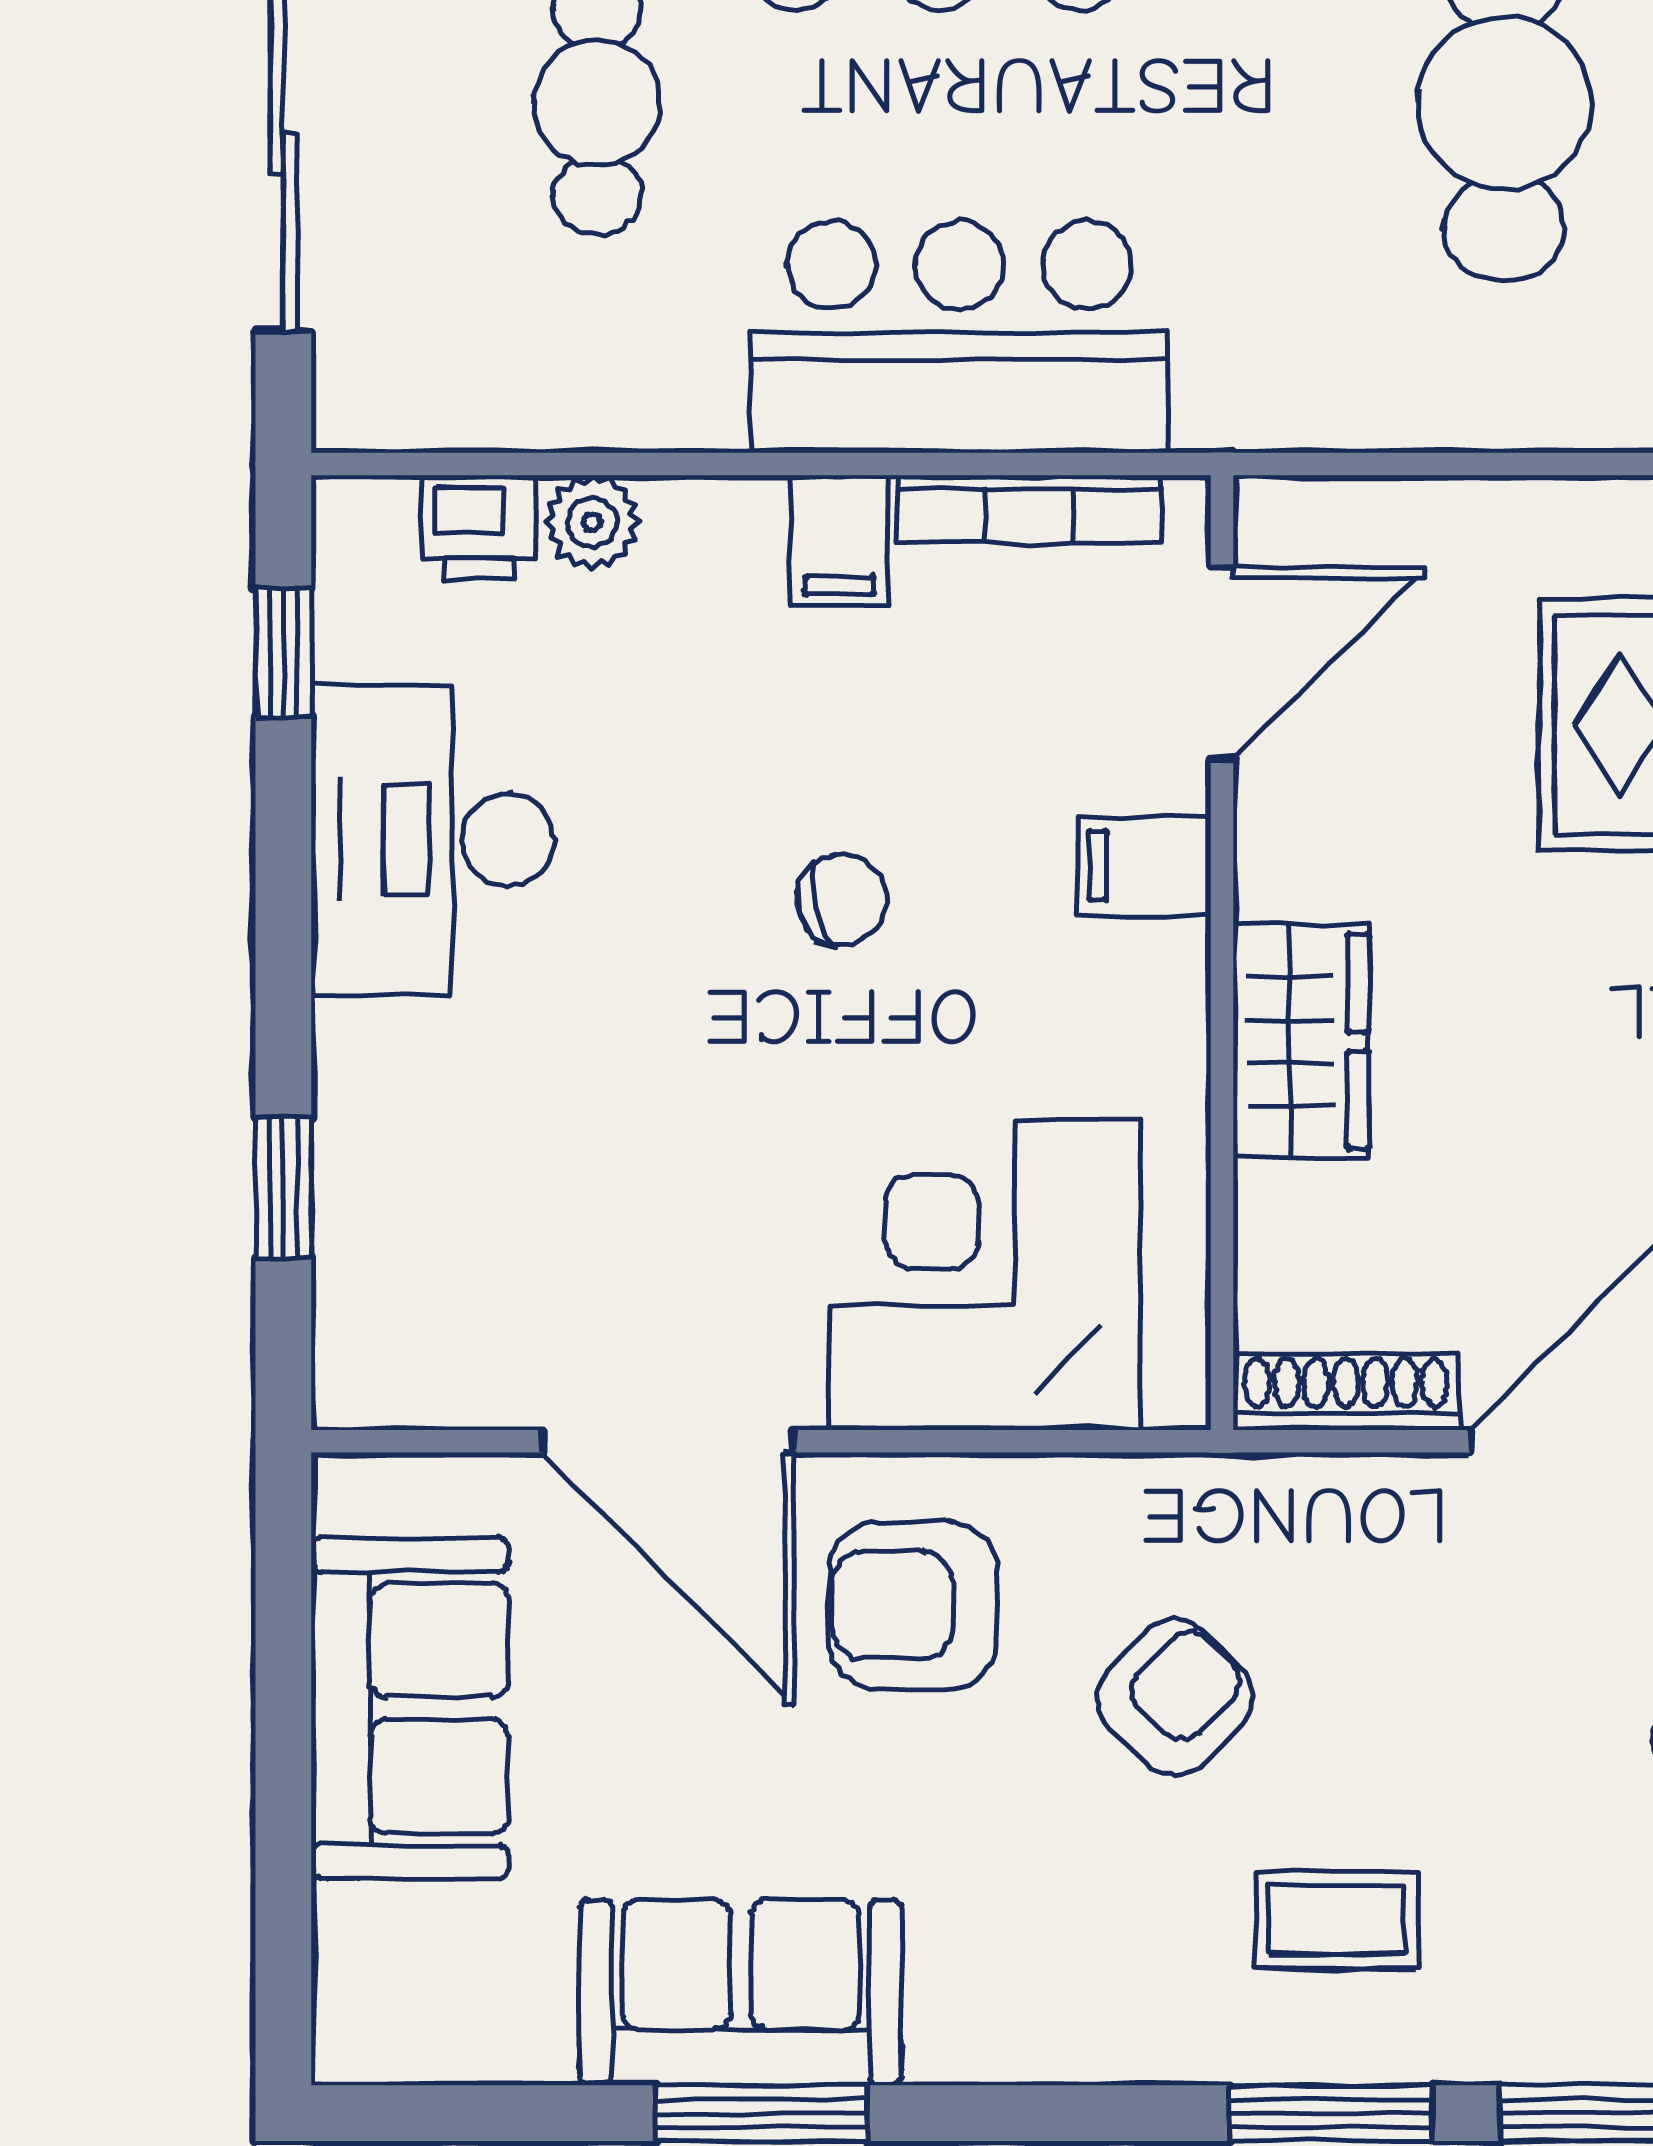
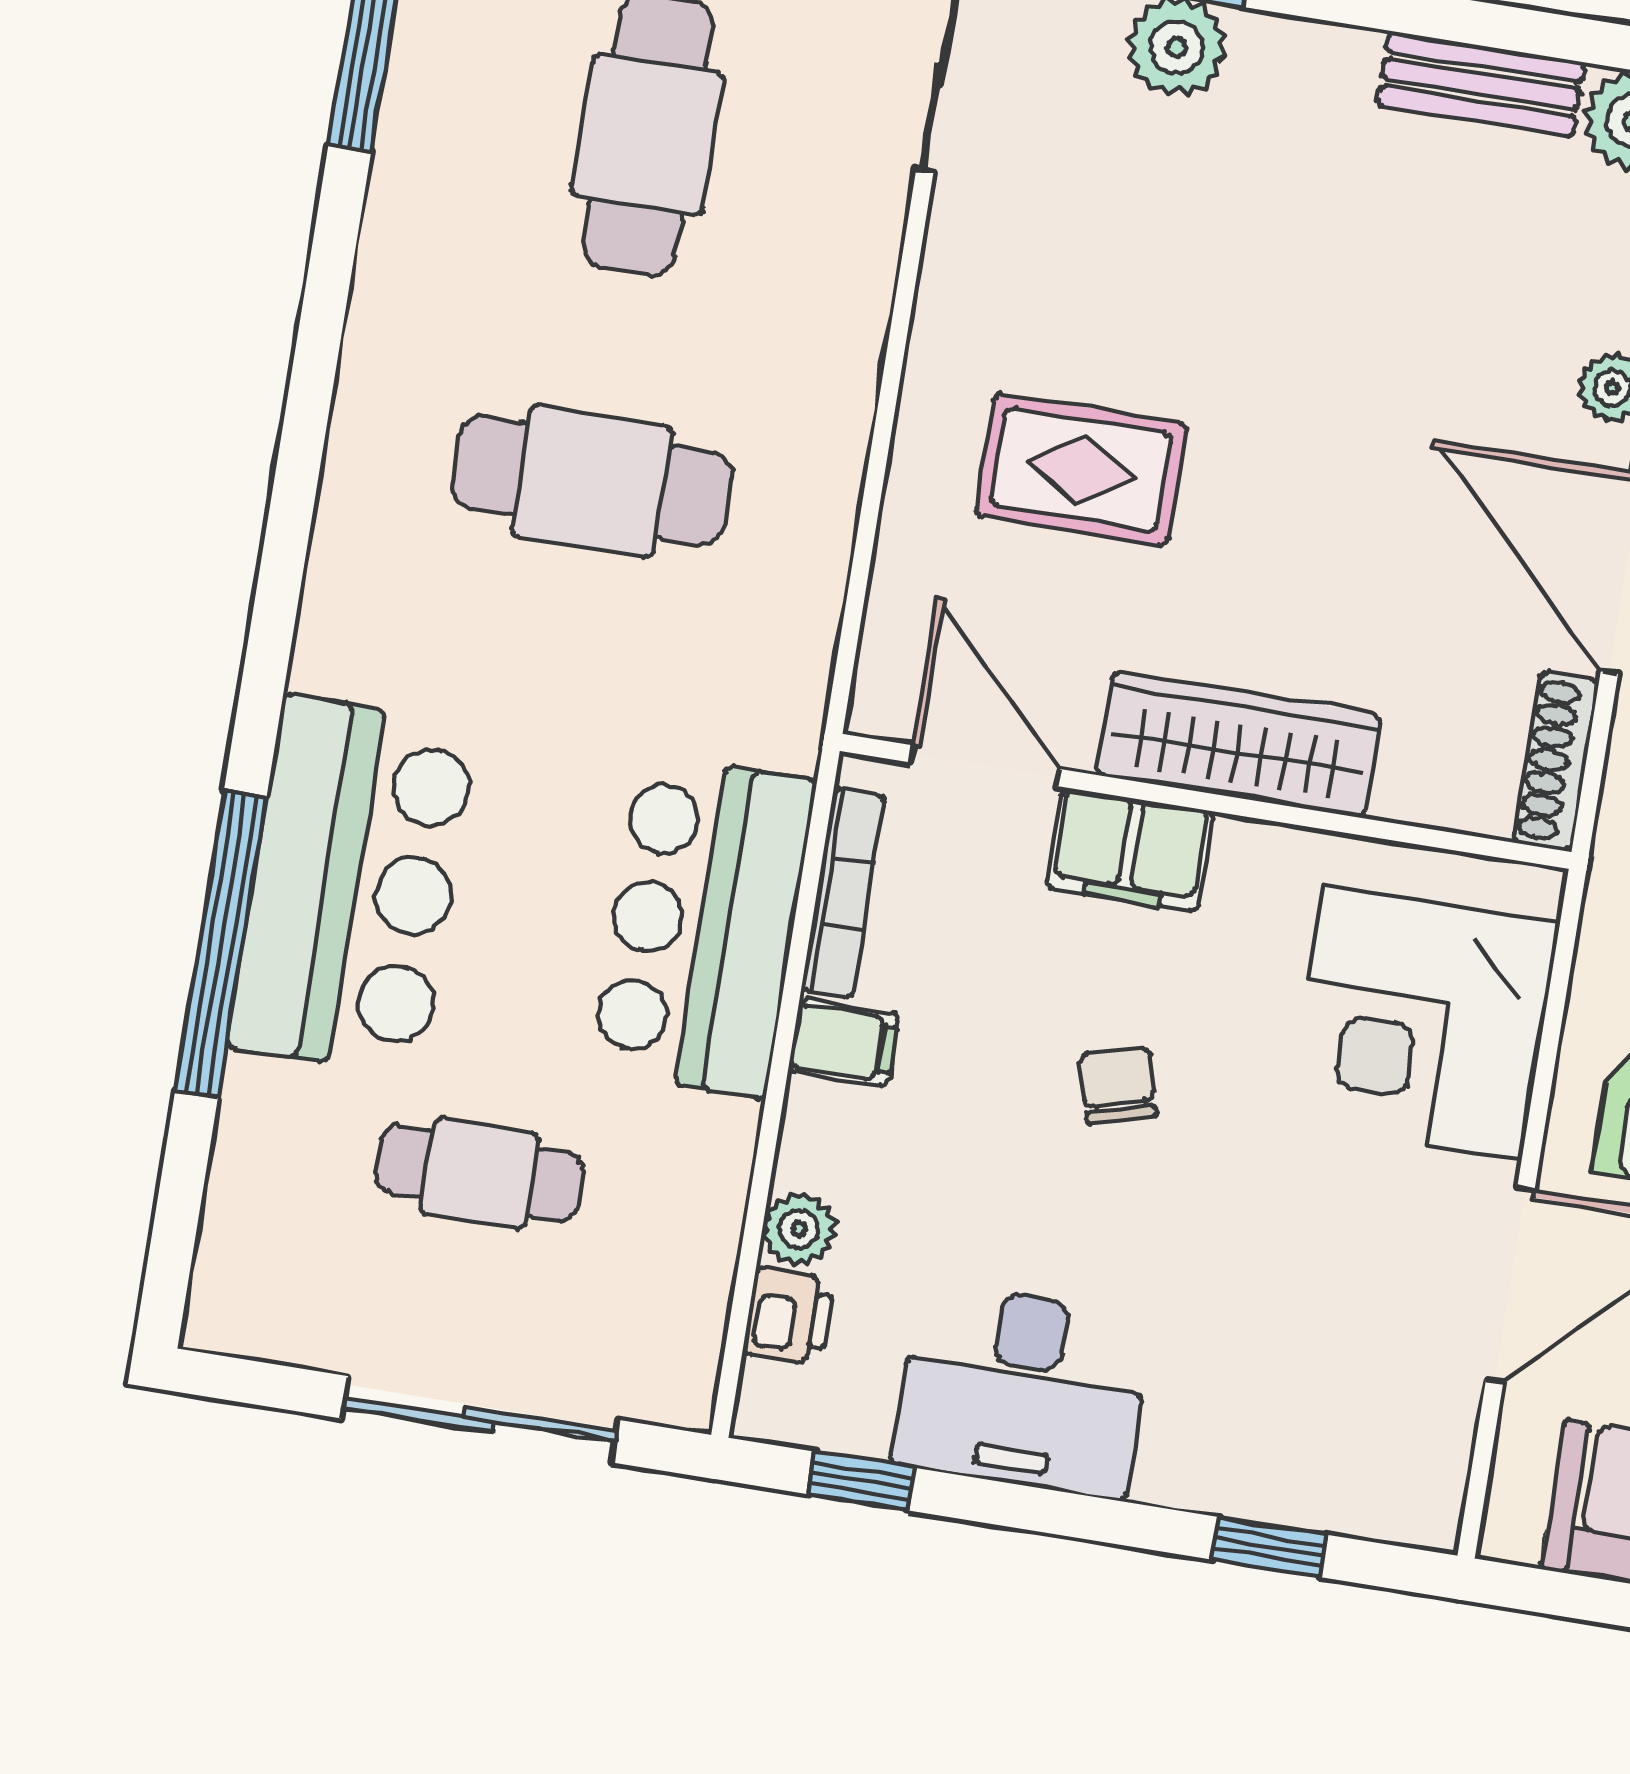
filing cabinet: (1145, 866) -> (1130, 850), width x2.00
wardrobe: (1301, 1041) -> (1238, 745), width x1.50

